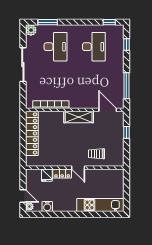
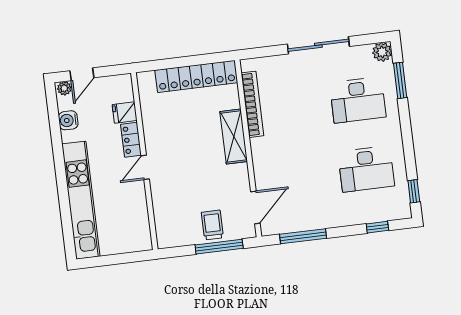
shelving: (79, 117) -> (234, 137), moved
window: (126, 132) -> (219, 247), width x2.17
trolley: (97, 154) -> (212, 225), moved
kitchen unit: (100, 205) -> (81, 200), width x1.36

